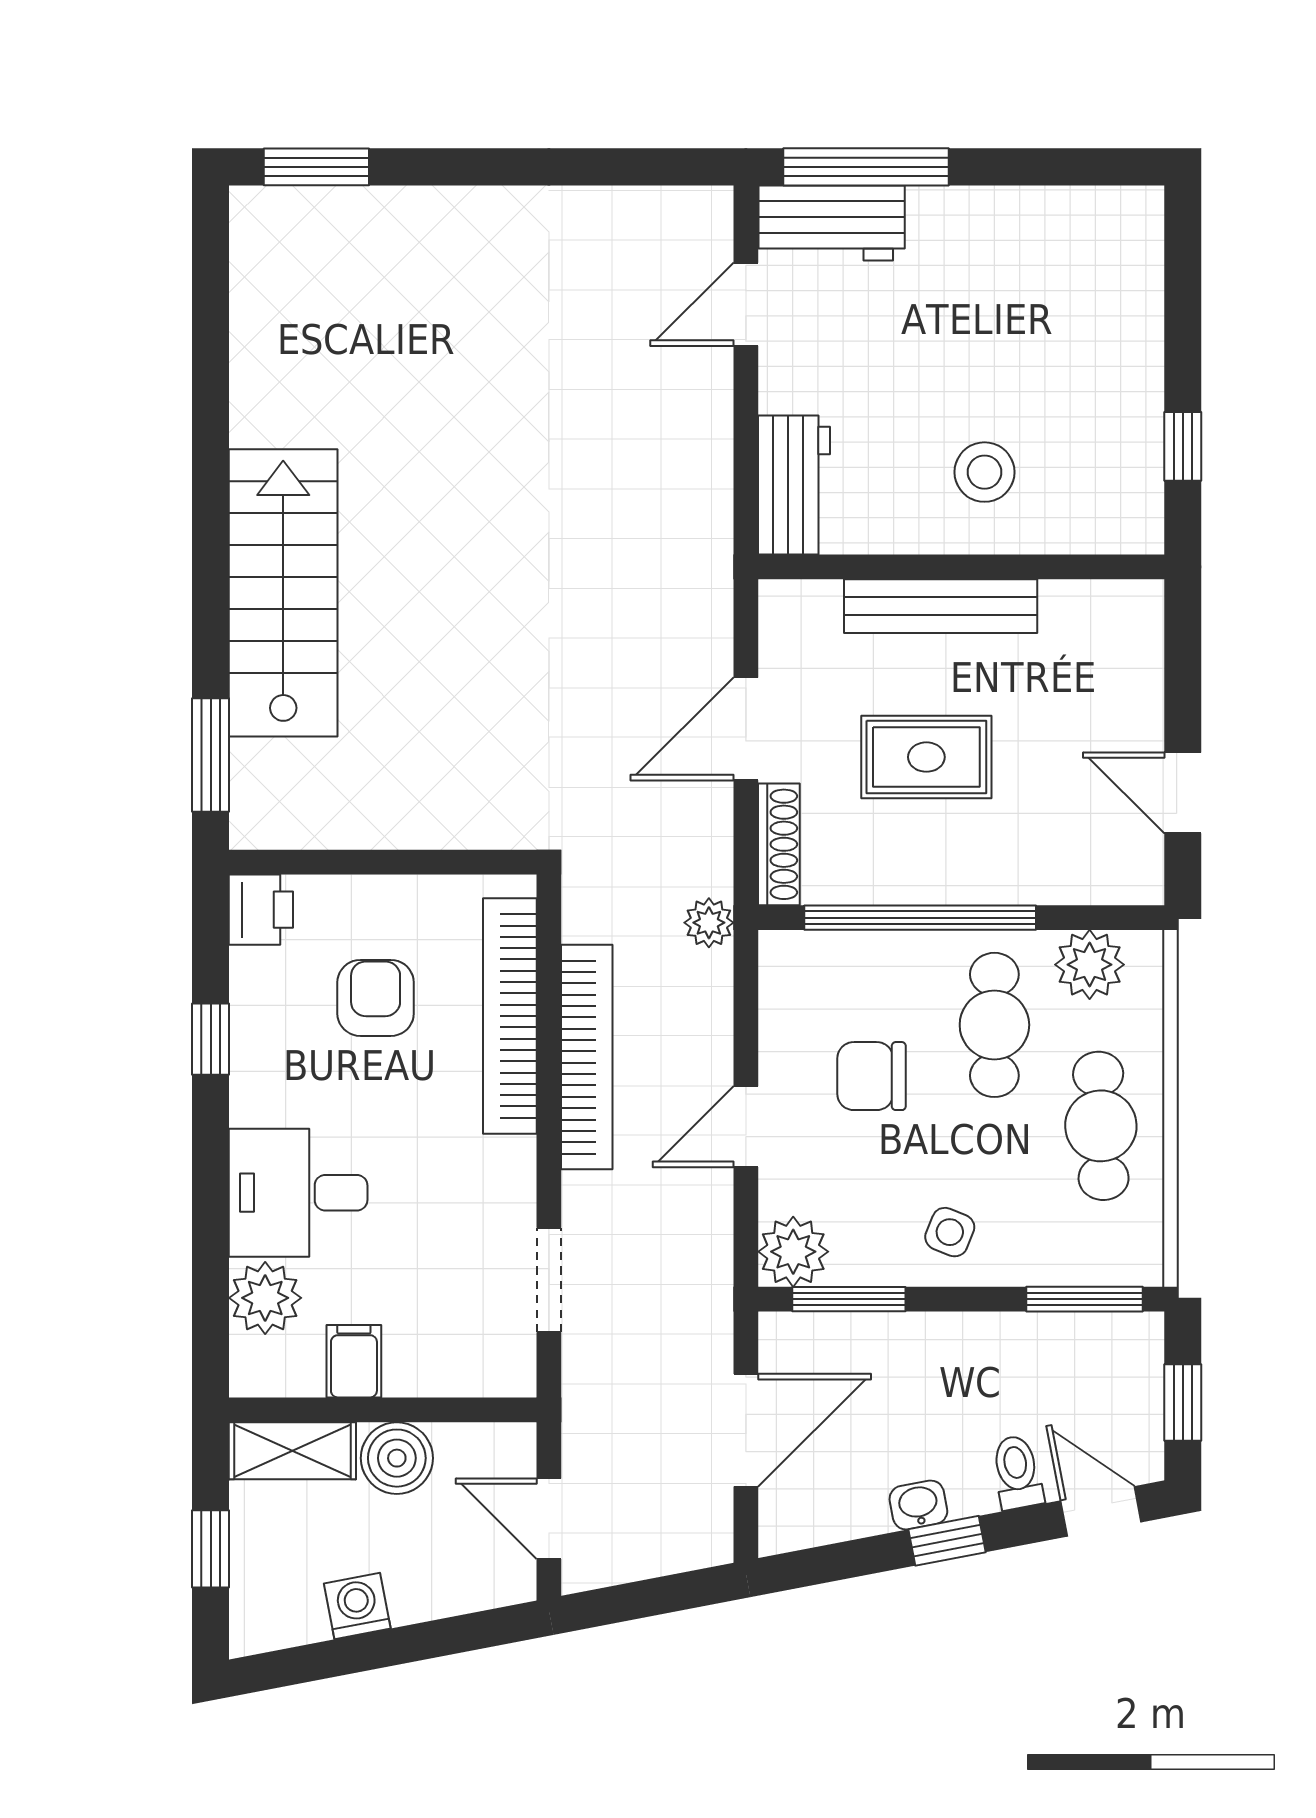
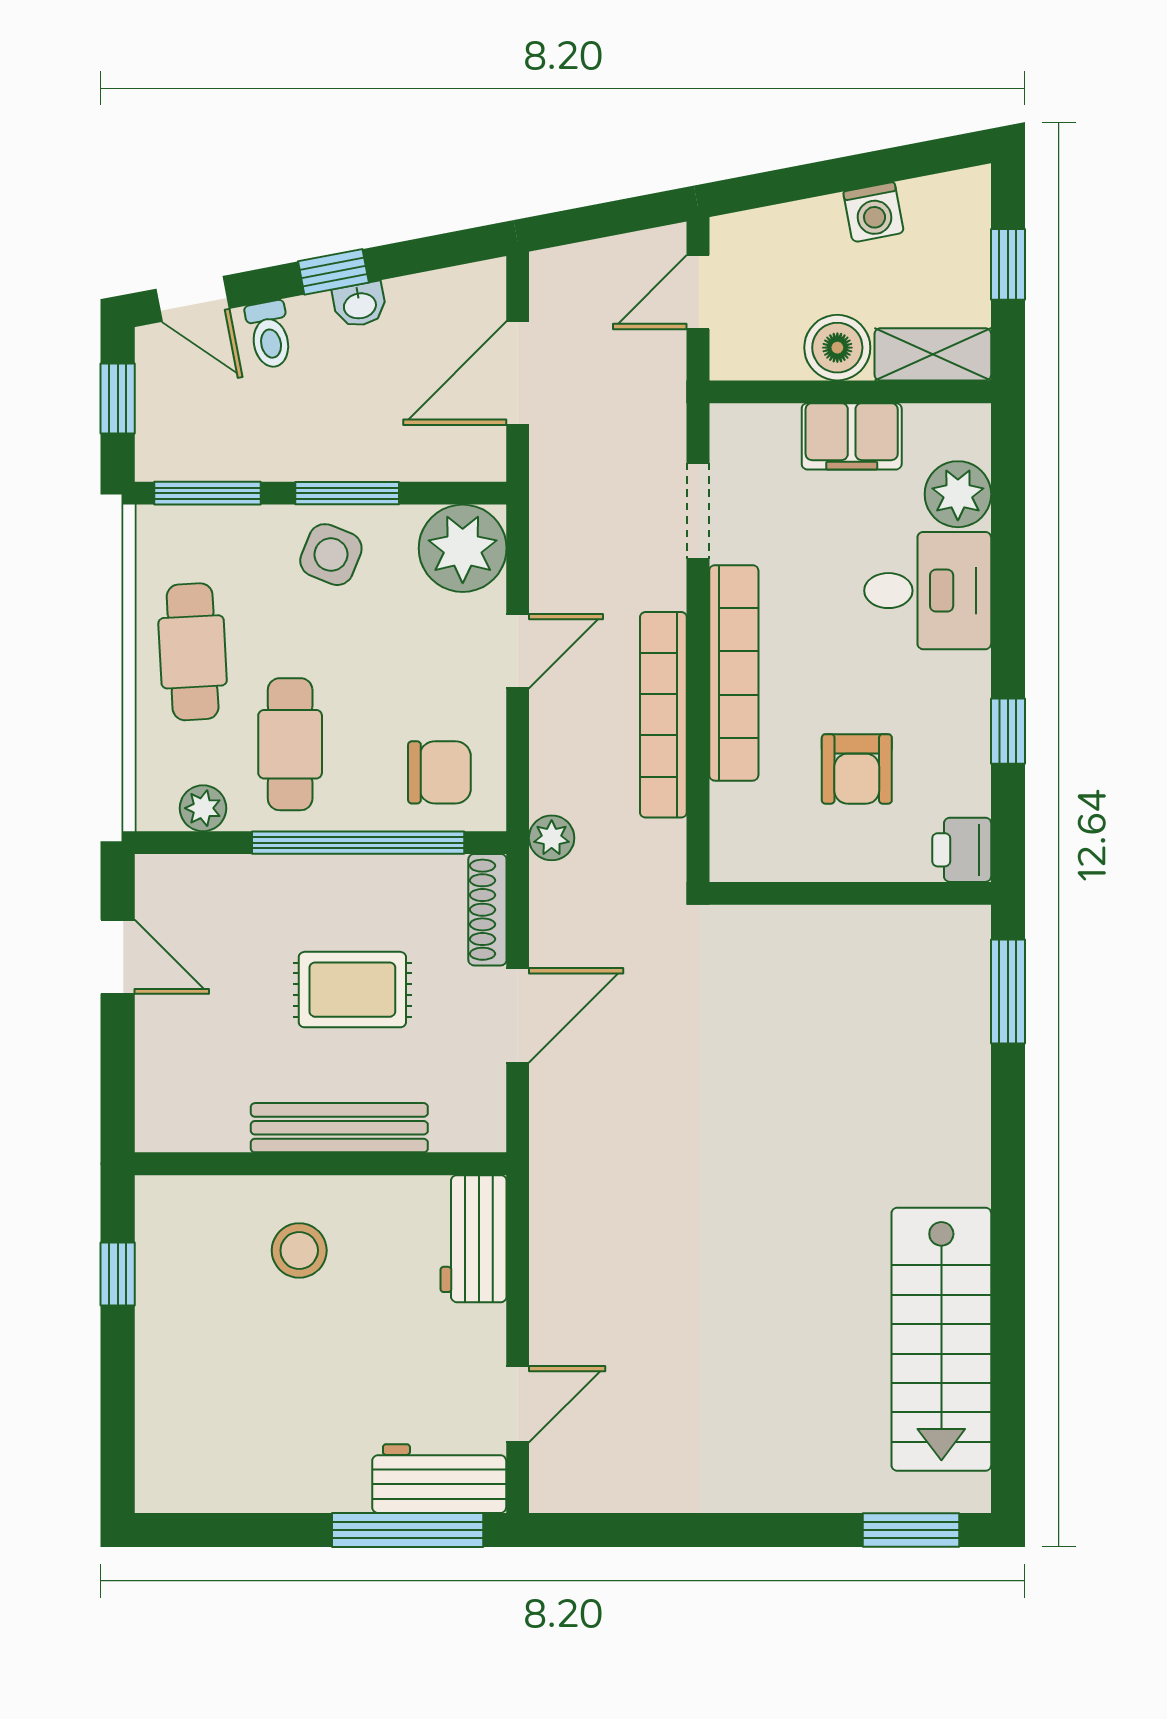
stairs: (283, 593) -> (941, 1339), moved
plant: (1090, 965) -> (203, 808), width x0.73, depth x0.73
bookcase: (510, 1016) -> (734, 673), moved
chair: (871, 1076) -> (439, 772), moved
side table: (950, 1232) -> (331, 555), width x1.37, depth x1.37
plant: (793, 1252) -> (463, 548), width x1.36, depth x1.36
window: (849, 1299) -> (347, 493), moved
filing cabinet: (354, 1361) -> (852, 436), width x2.00
door: (549, 1519) -> (698, 292), swing flipped

